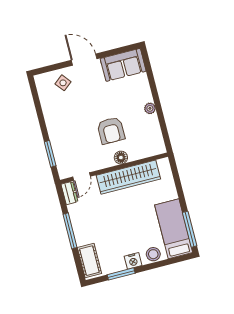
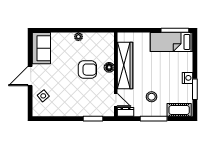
stool: (153, 254) -> (152, 97), moved

